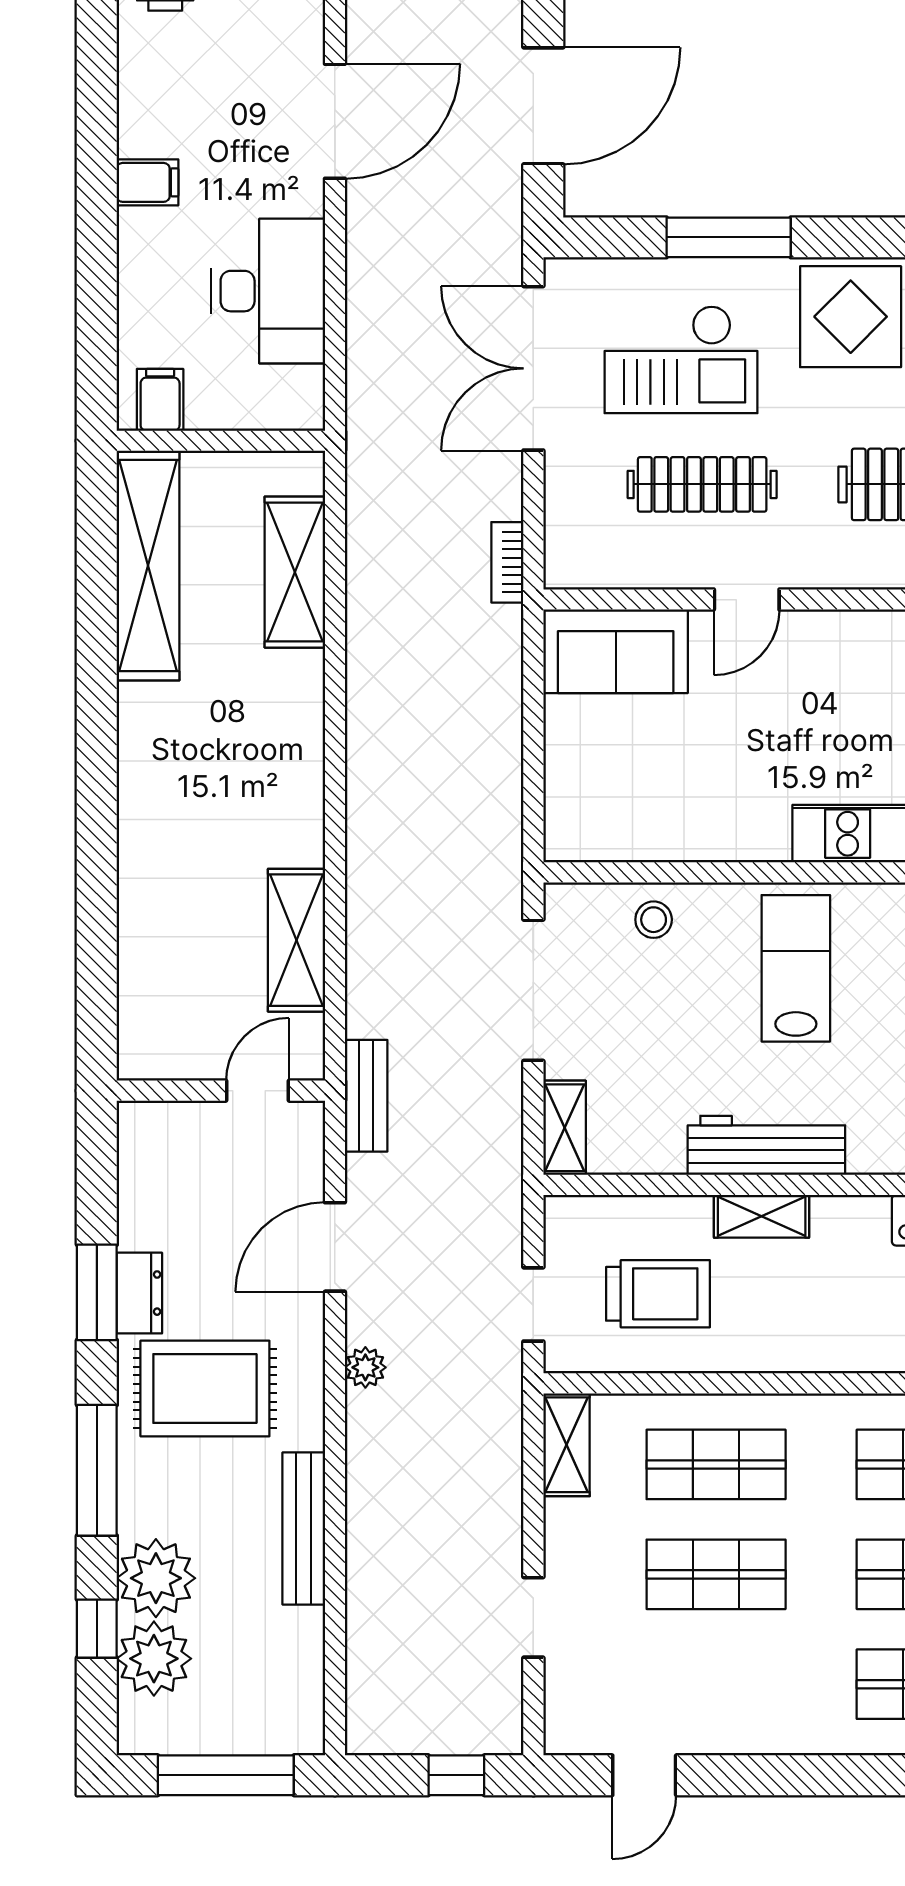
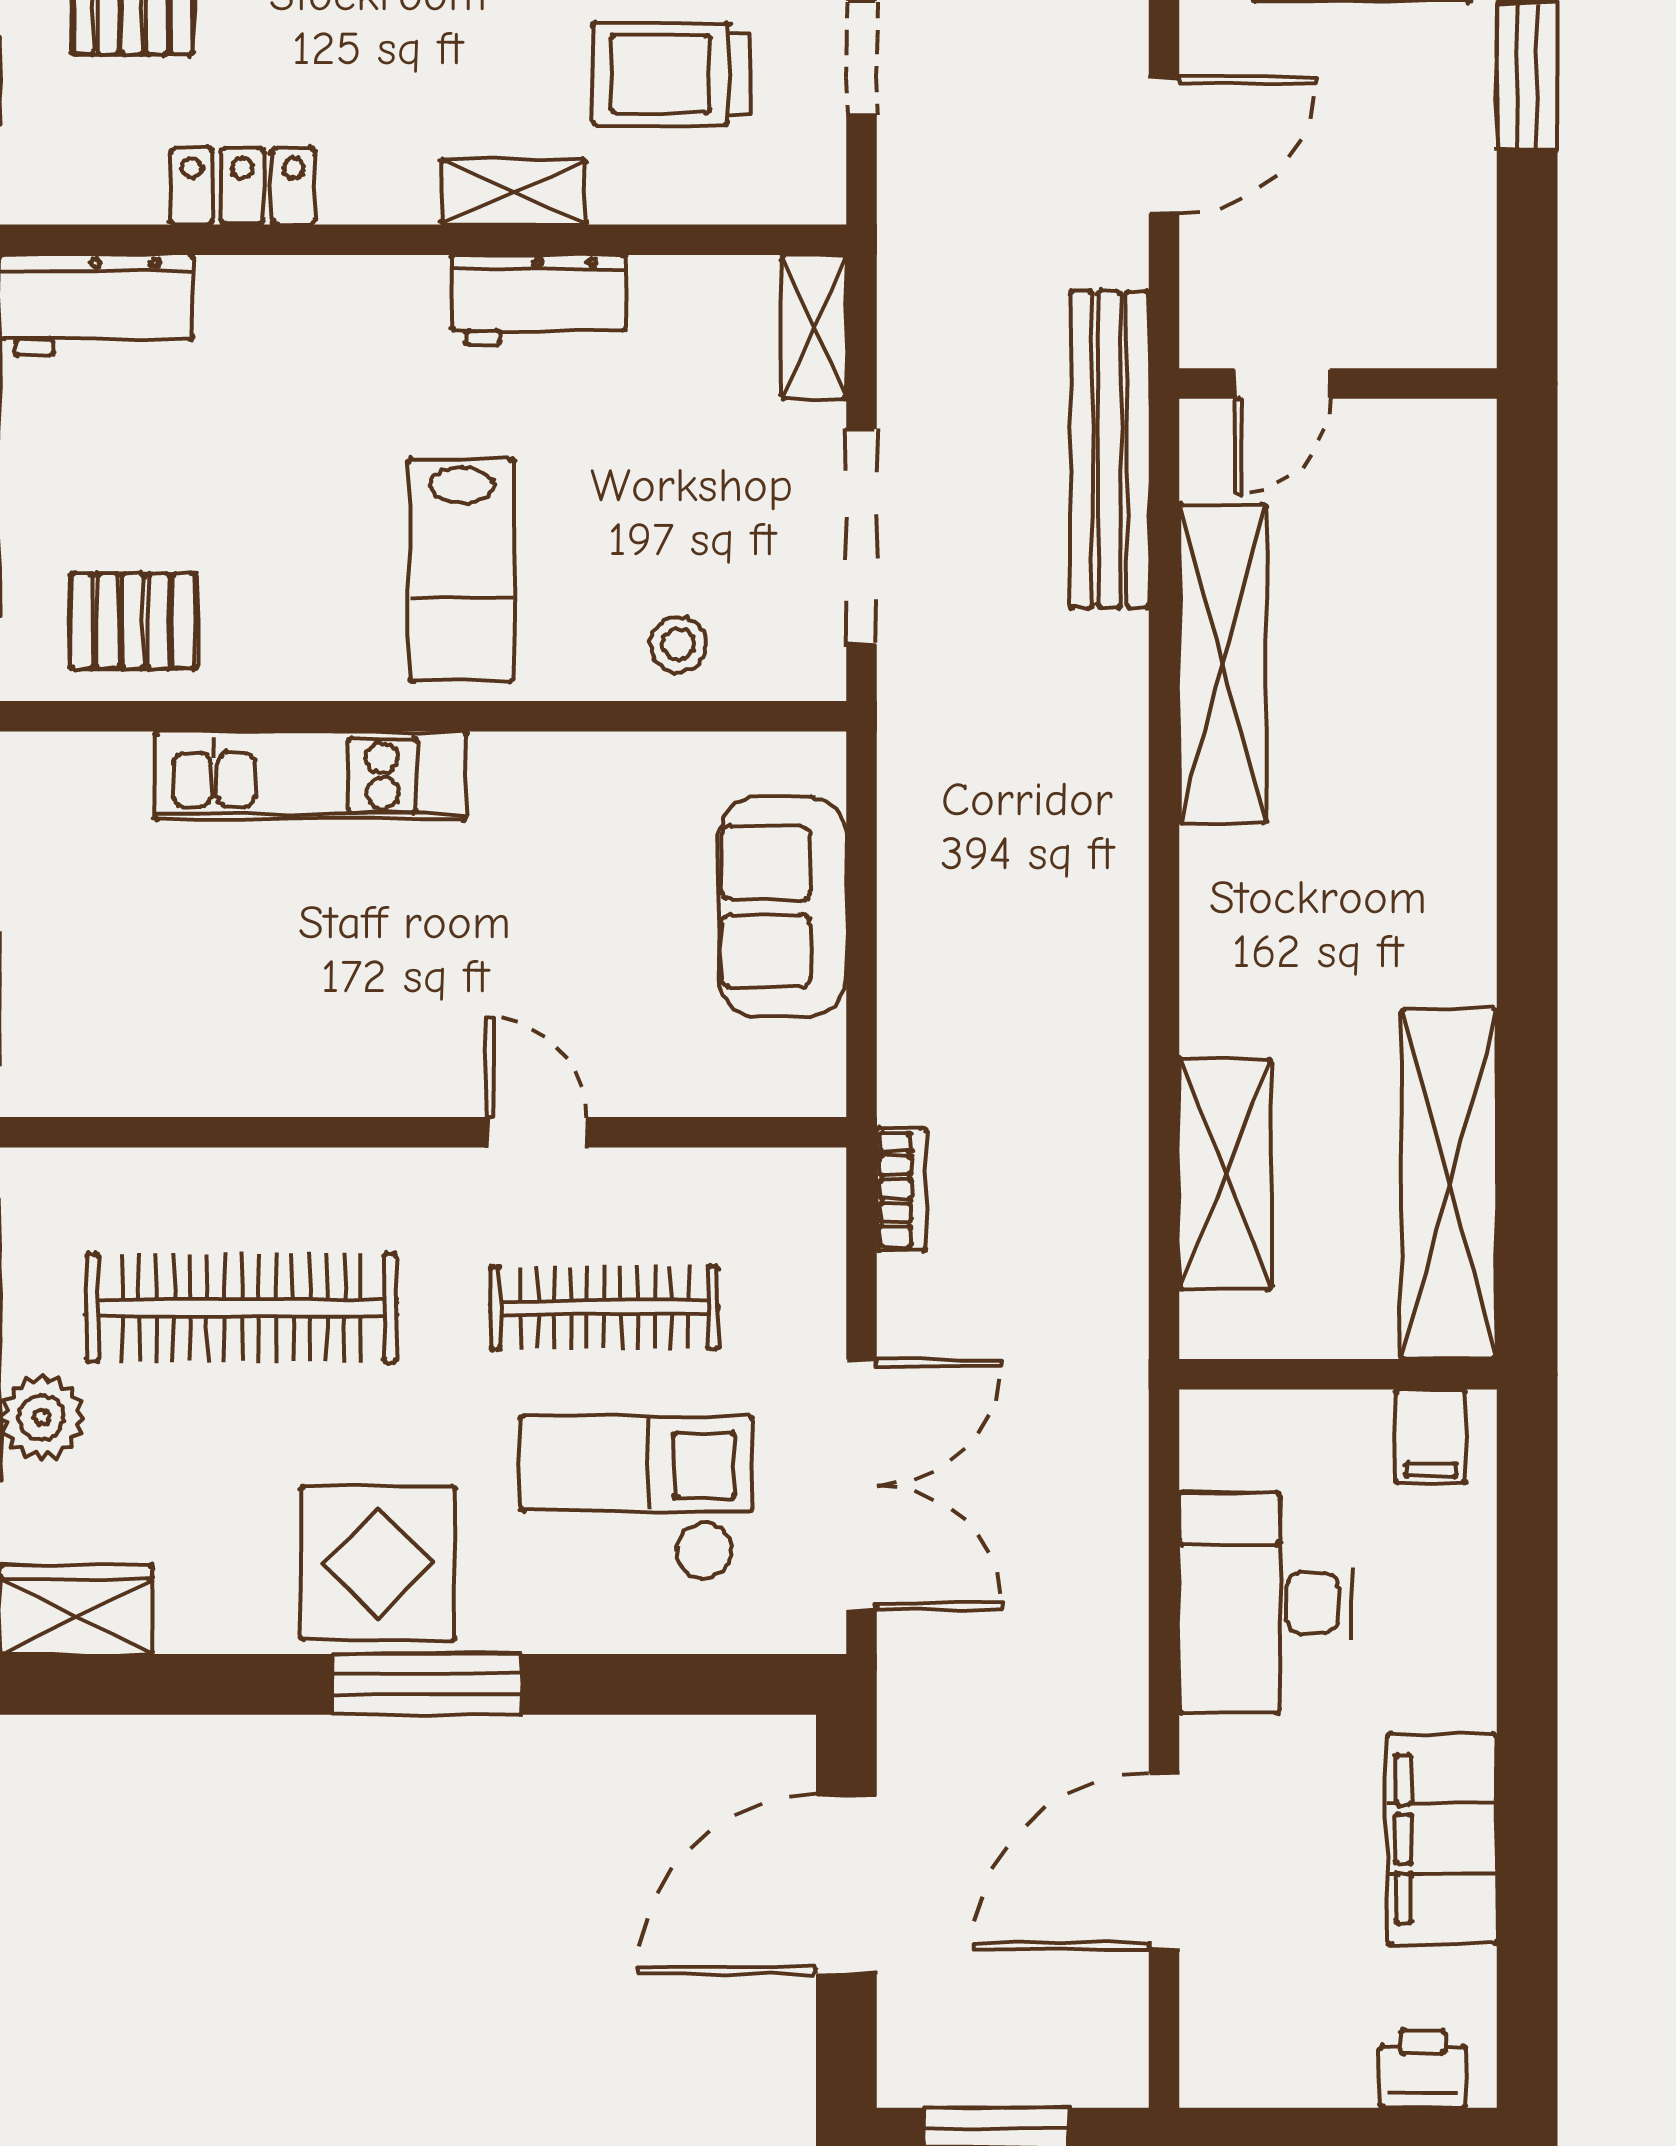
filing cabinet: (147, 182) -> (1442, 1839), width x3.00, depth x1.17
window: (729, 237) -> (427, 1684), moved
door: (747, 600) -> (536, 1132), hinge flipped
sofa: (616, 651) -> (783, 907), moved, turned -90
shelving: (296, 940) -> (1223, 664), width x1.47
bench: (366, 1096) -> (1109, 449), width x1.86, depth x1.21
workbench: (766, 1145) -> (539, 300), width x0.73
dresser: (139, 1293) -> (1462, 75), removed

